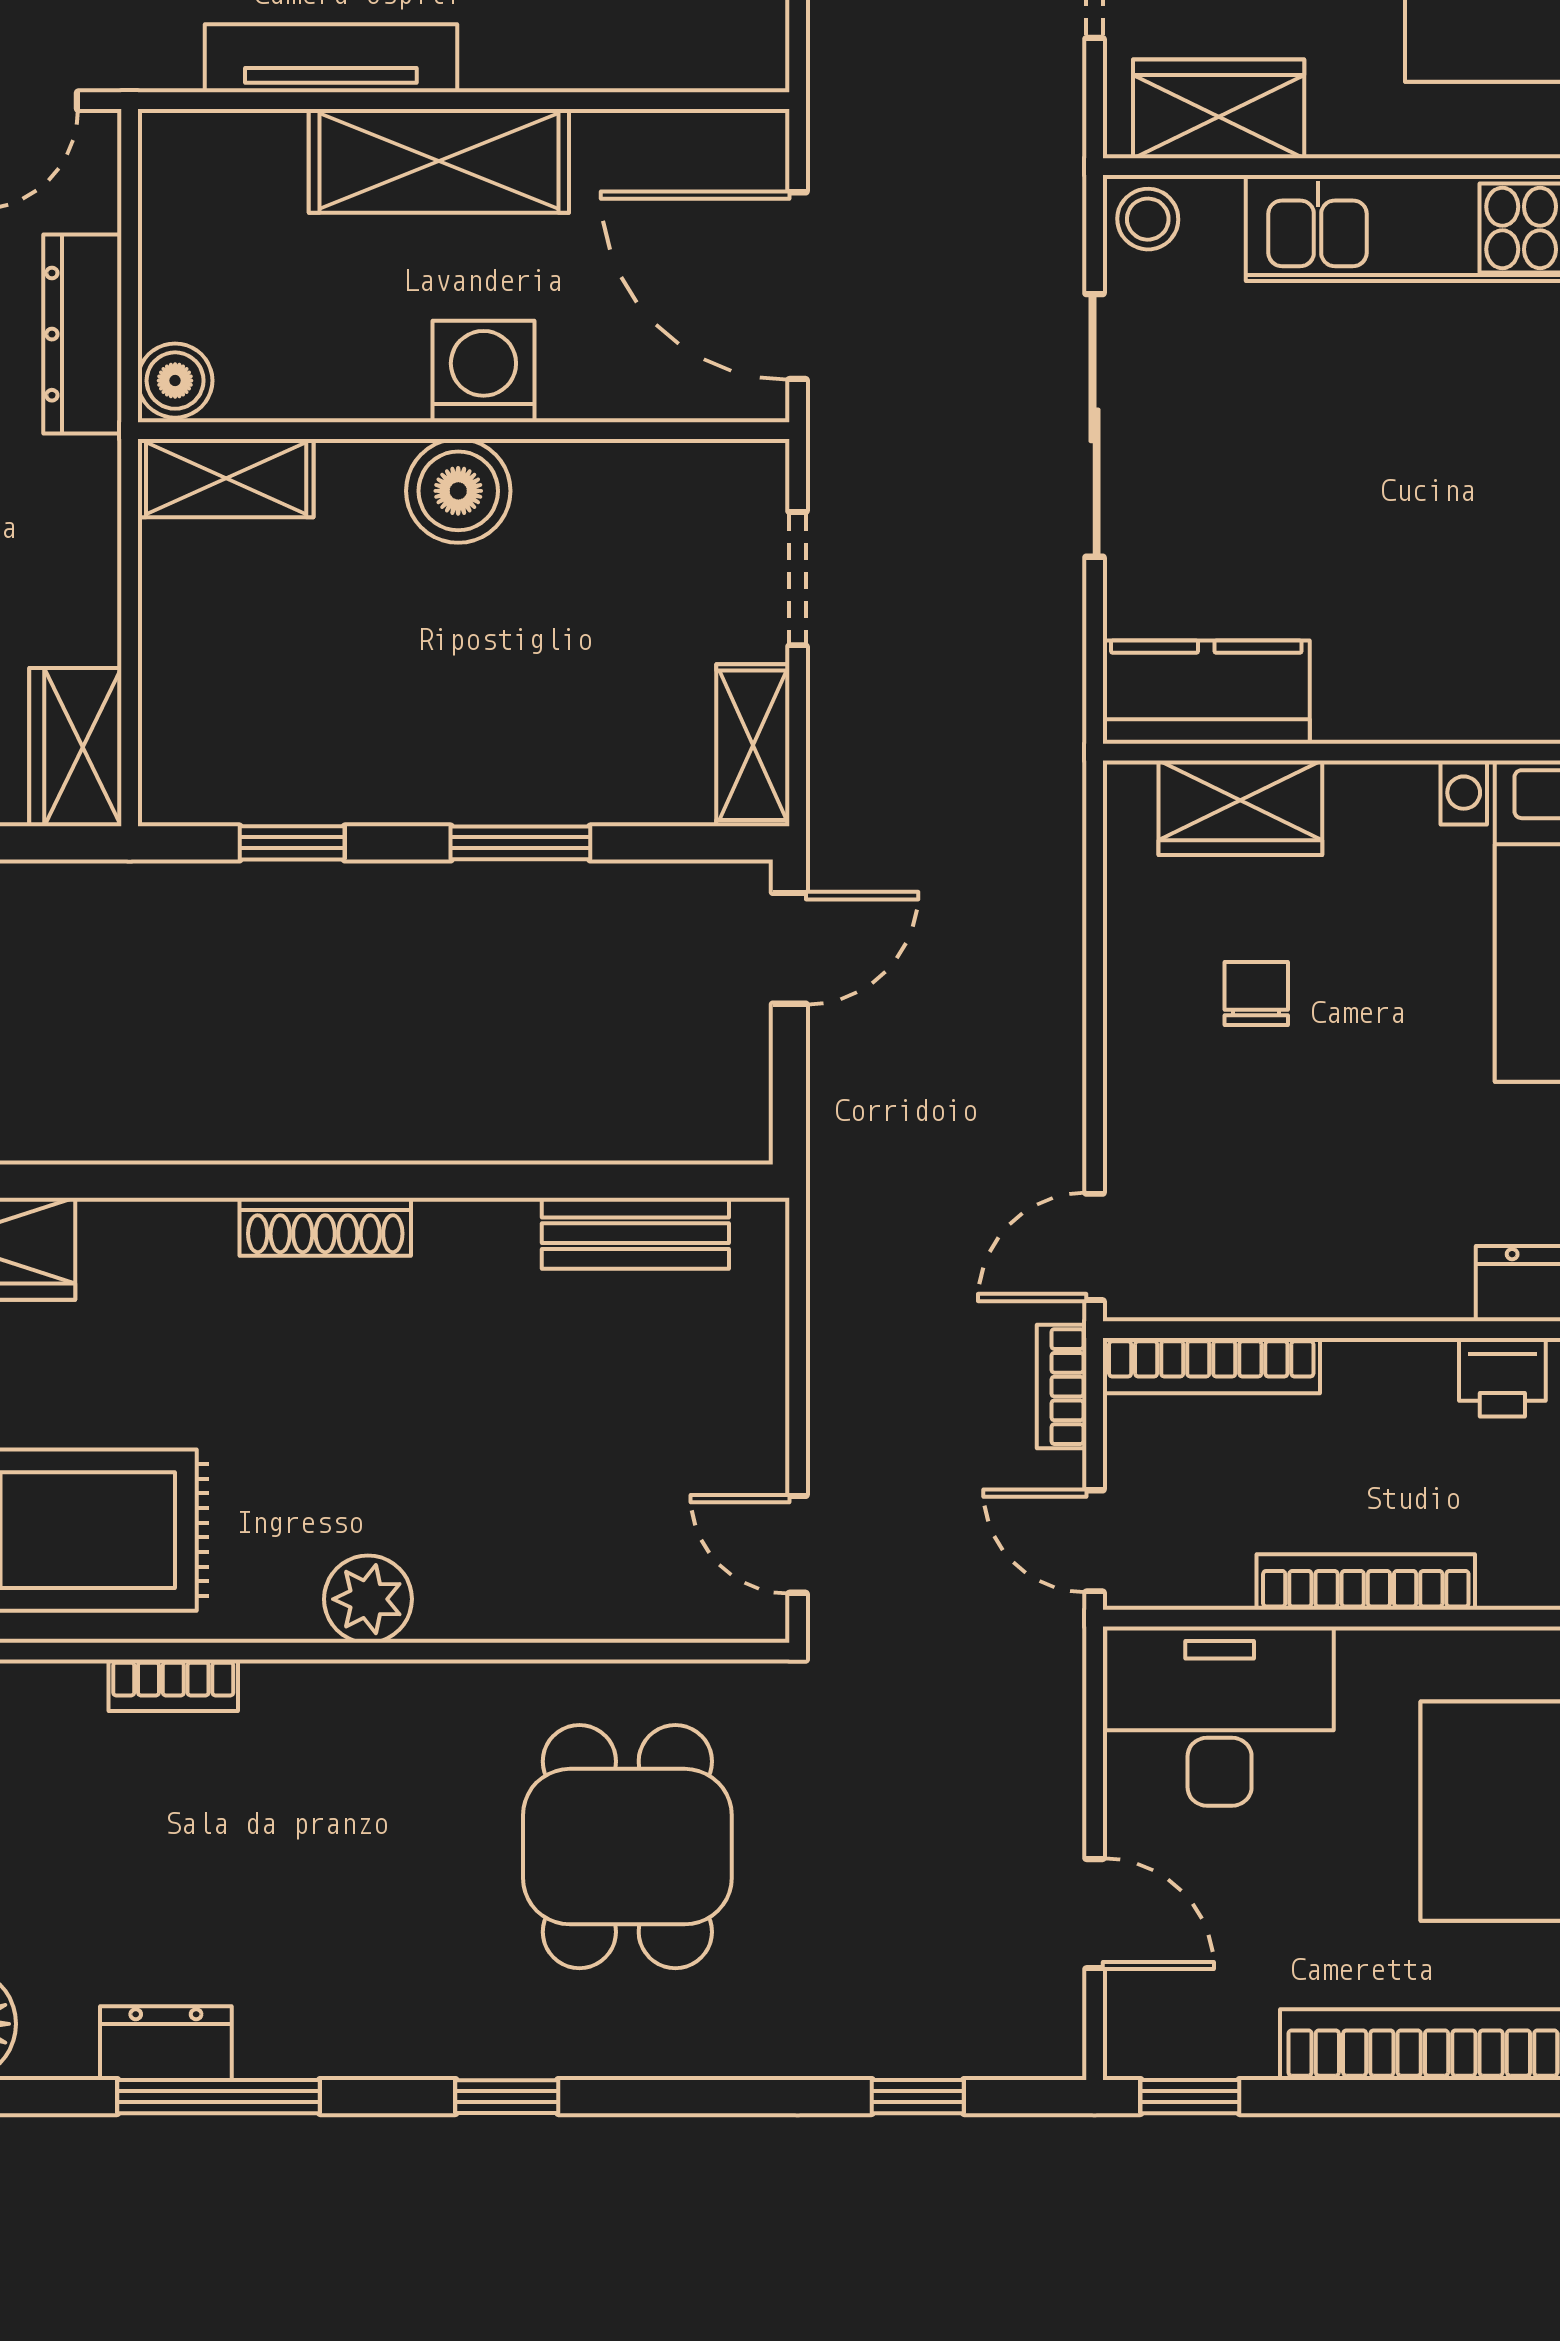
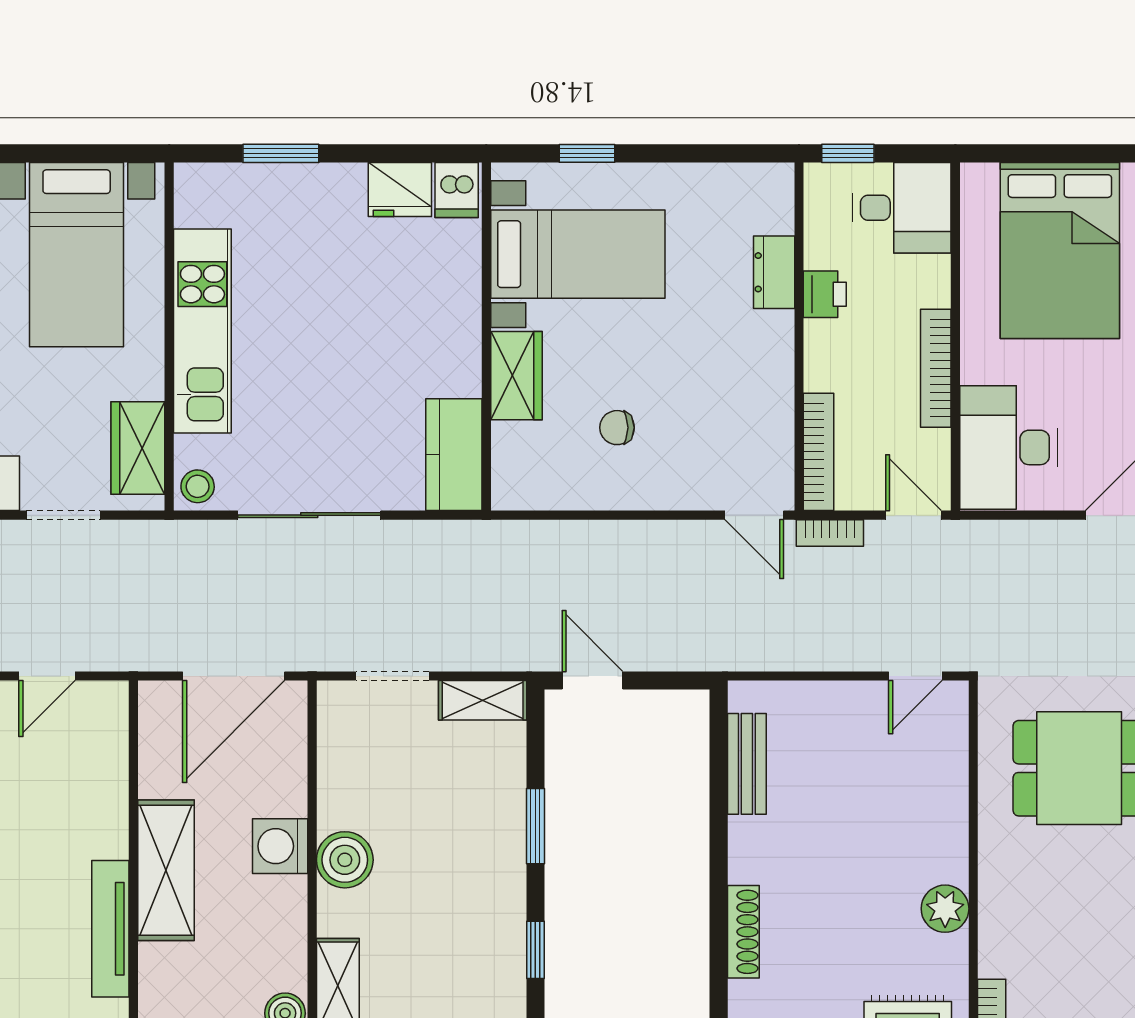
wardrobe: (1240, 808) -> (516, 376), moved
door: (1095, 1541) -> (914, 515), swing flipped

